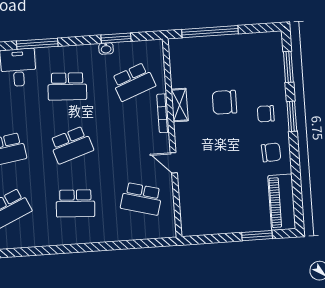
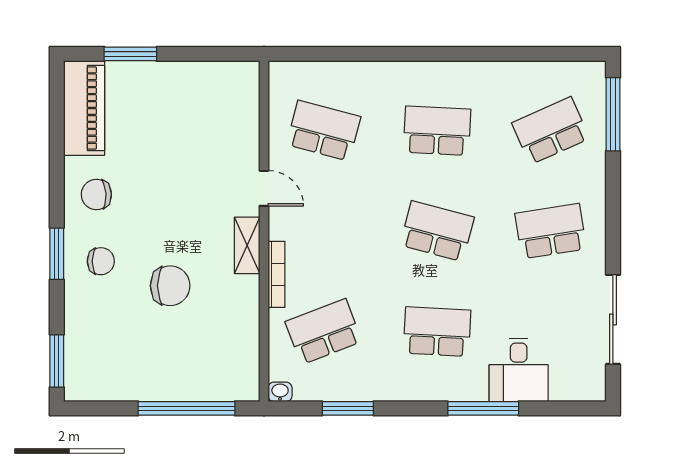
washbasin: (106, 49) -> (280, 392), moved
window: (288, 67) -> (57, 361), moved
shelving: (180, 105) -> (247, 245), moved
school desk: (71, 145) -> (437, 231), turned 33

